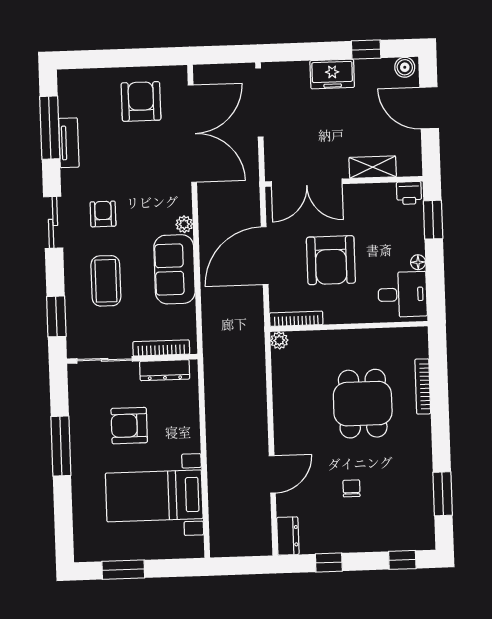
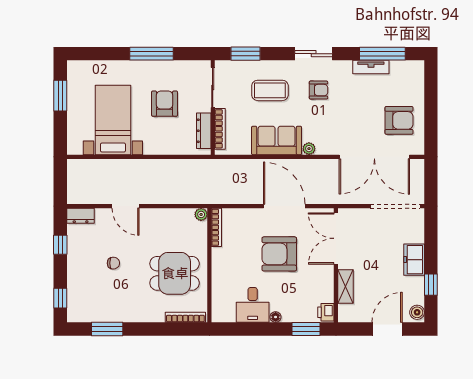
bookcase: (296, 319) -> (216, 227), moved
wall: (349, 326) -> (209, 265), moved
plant: (279, 340) -> (201, 214), moved

